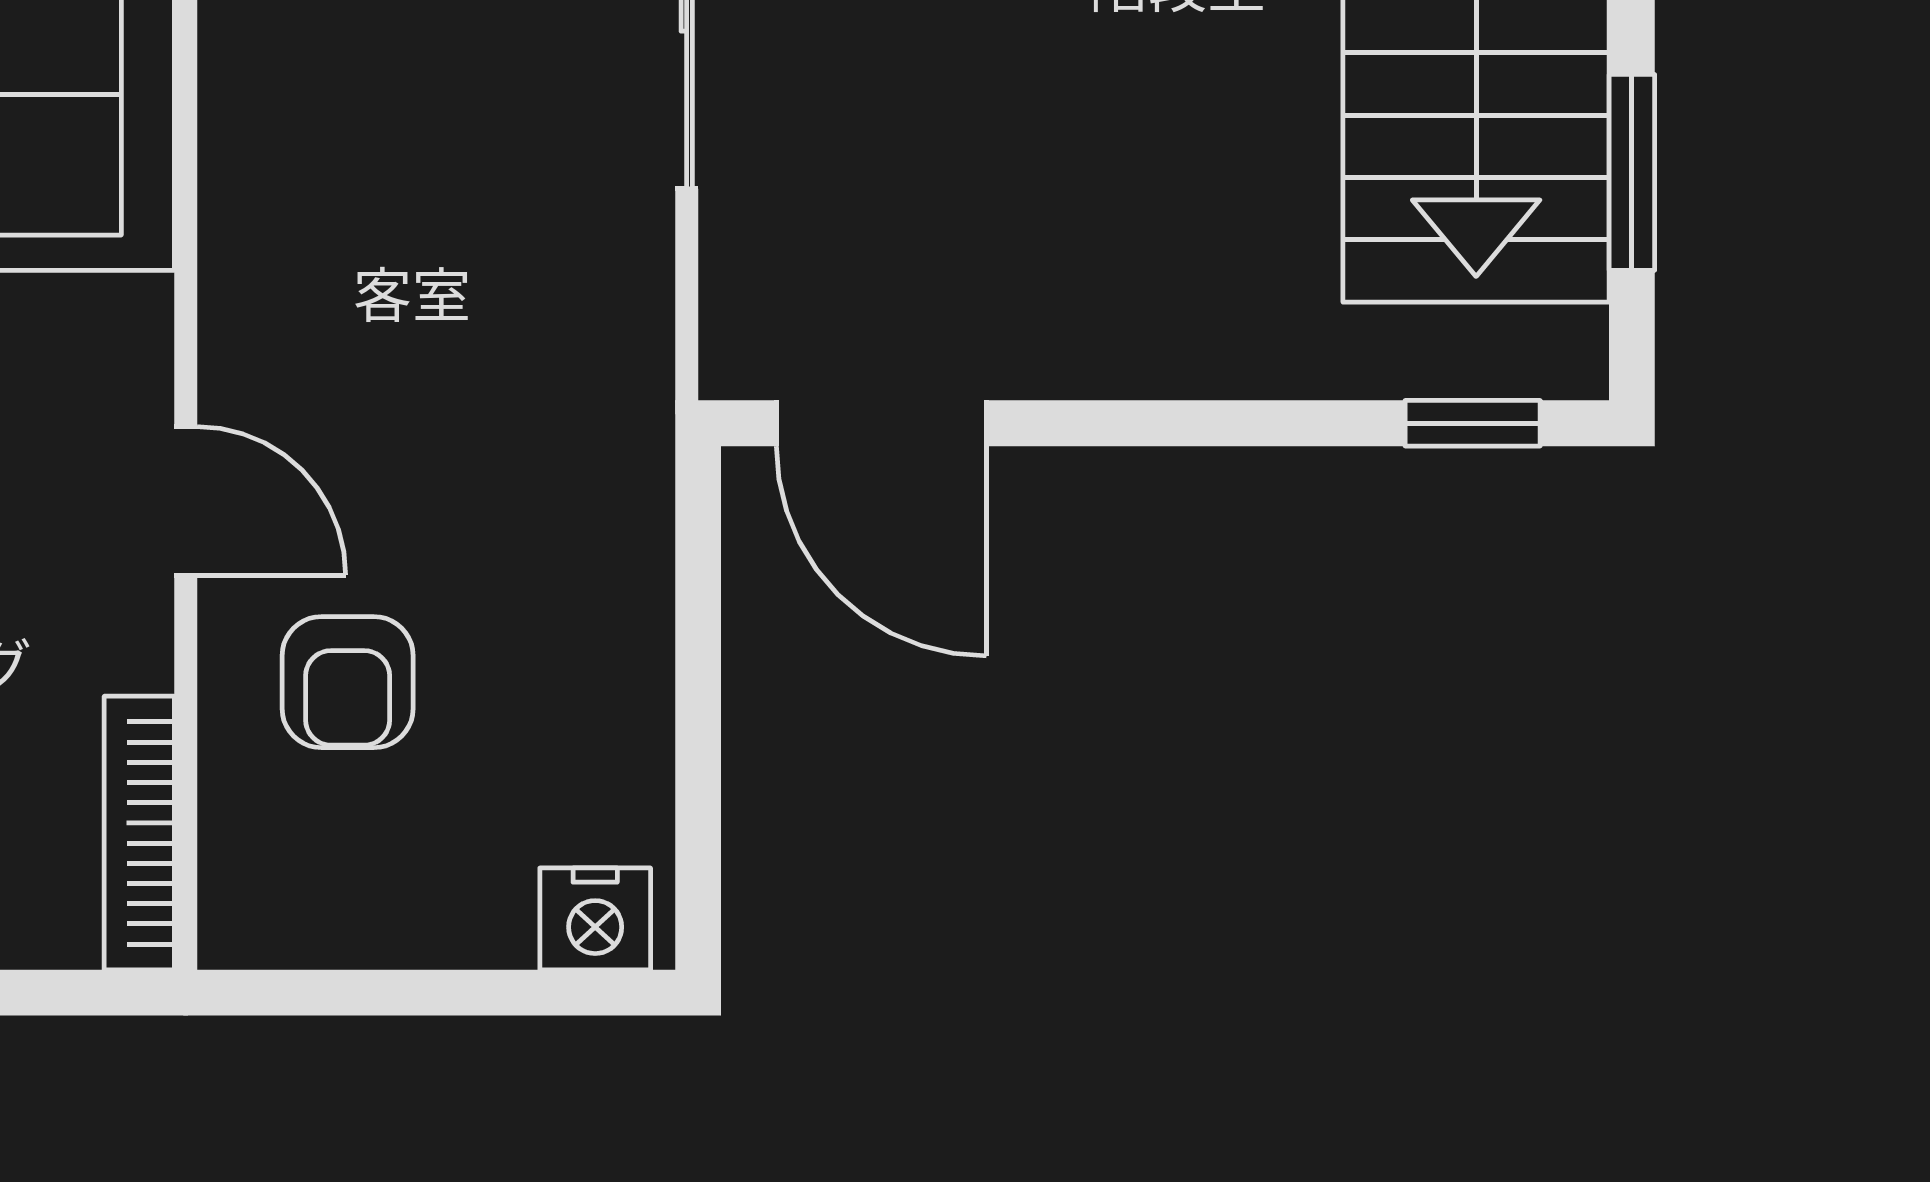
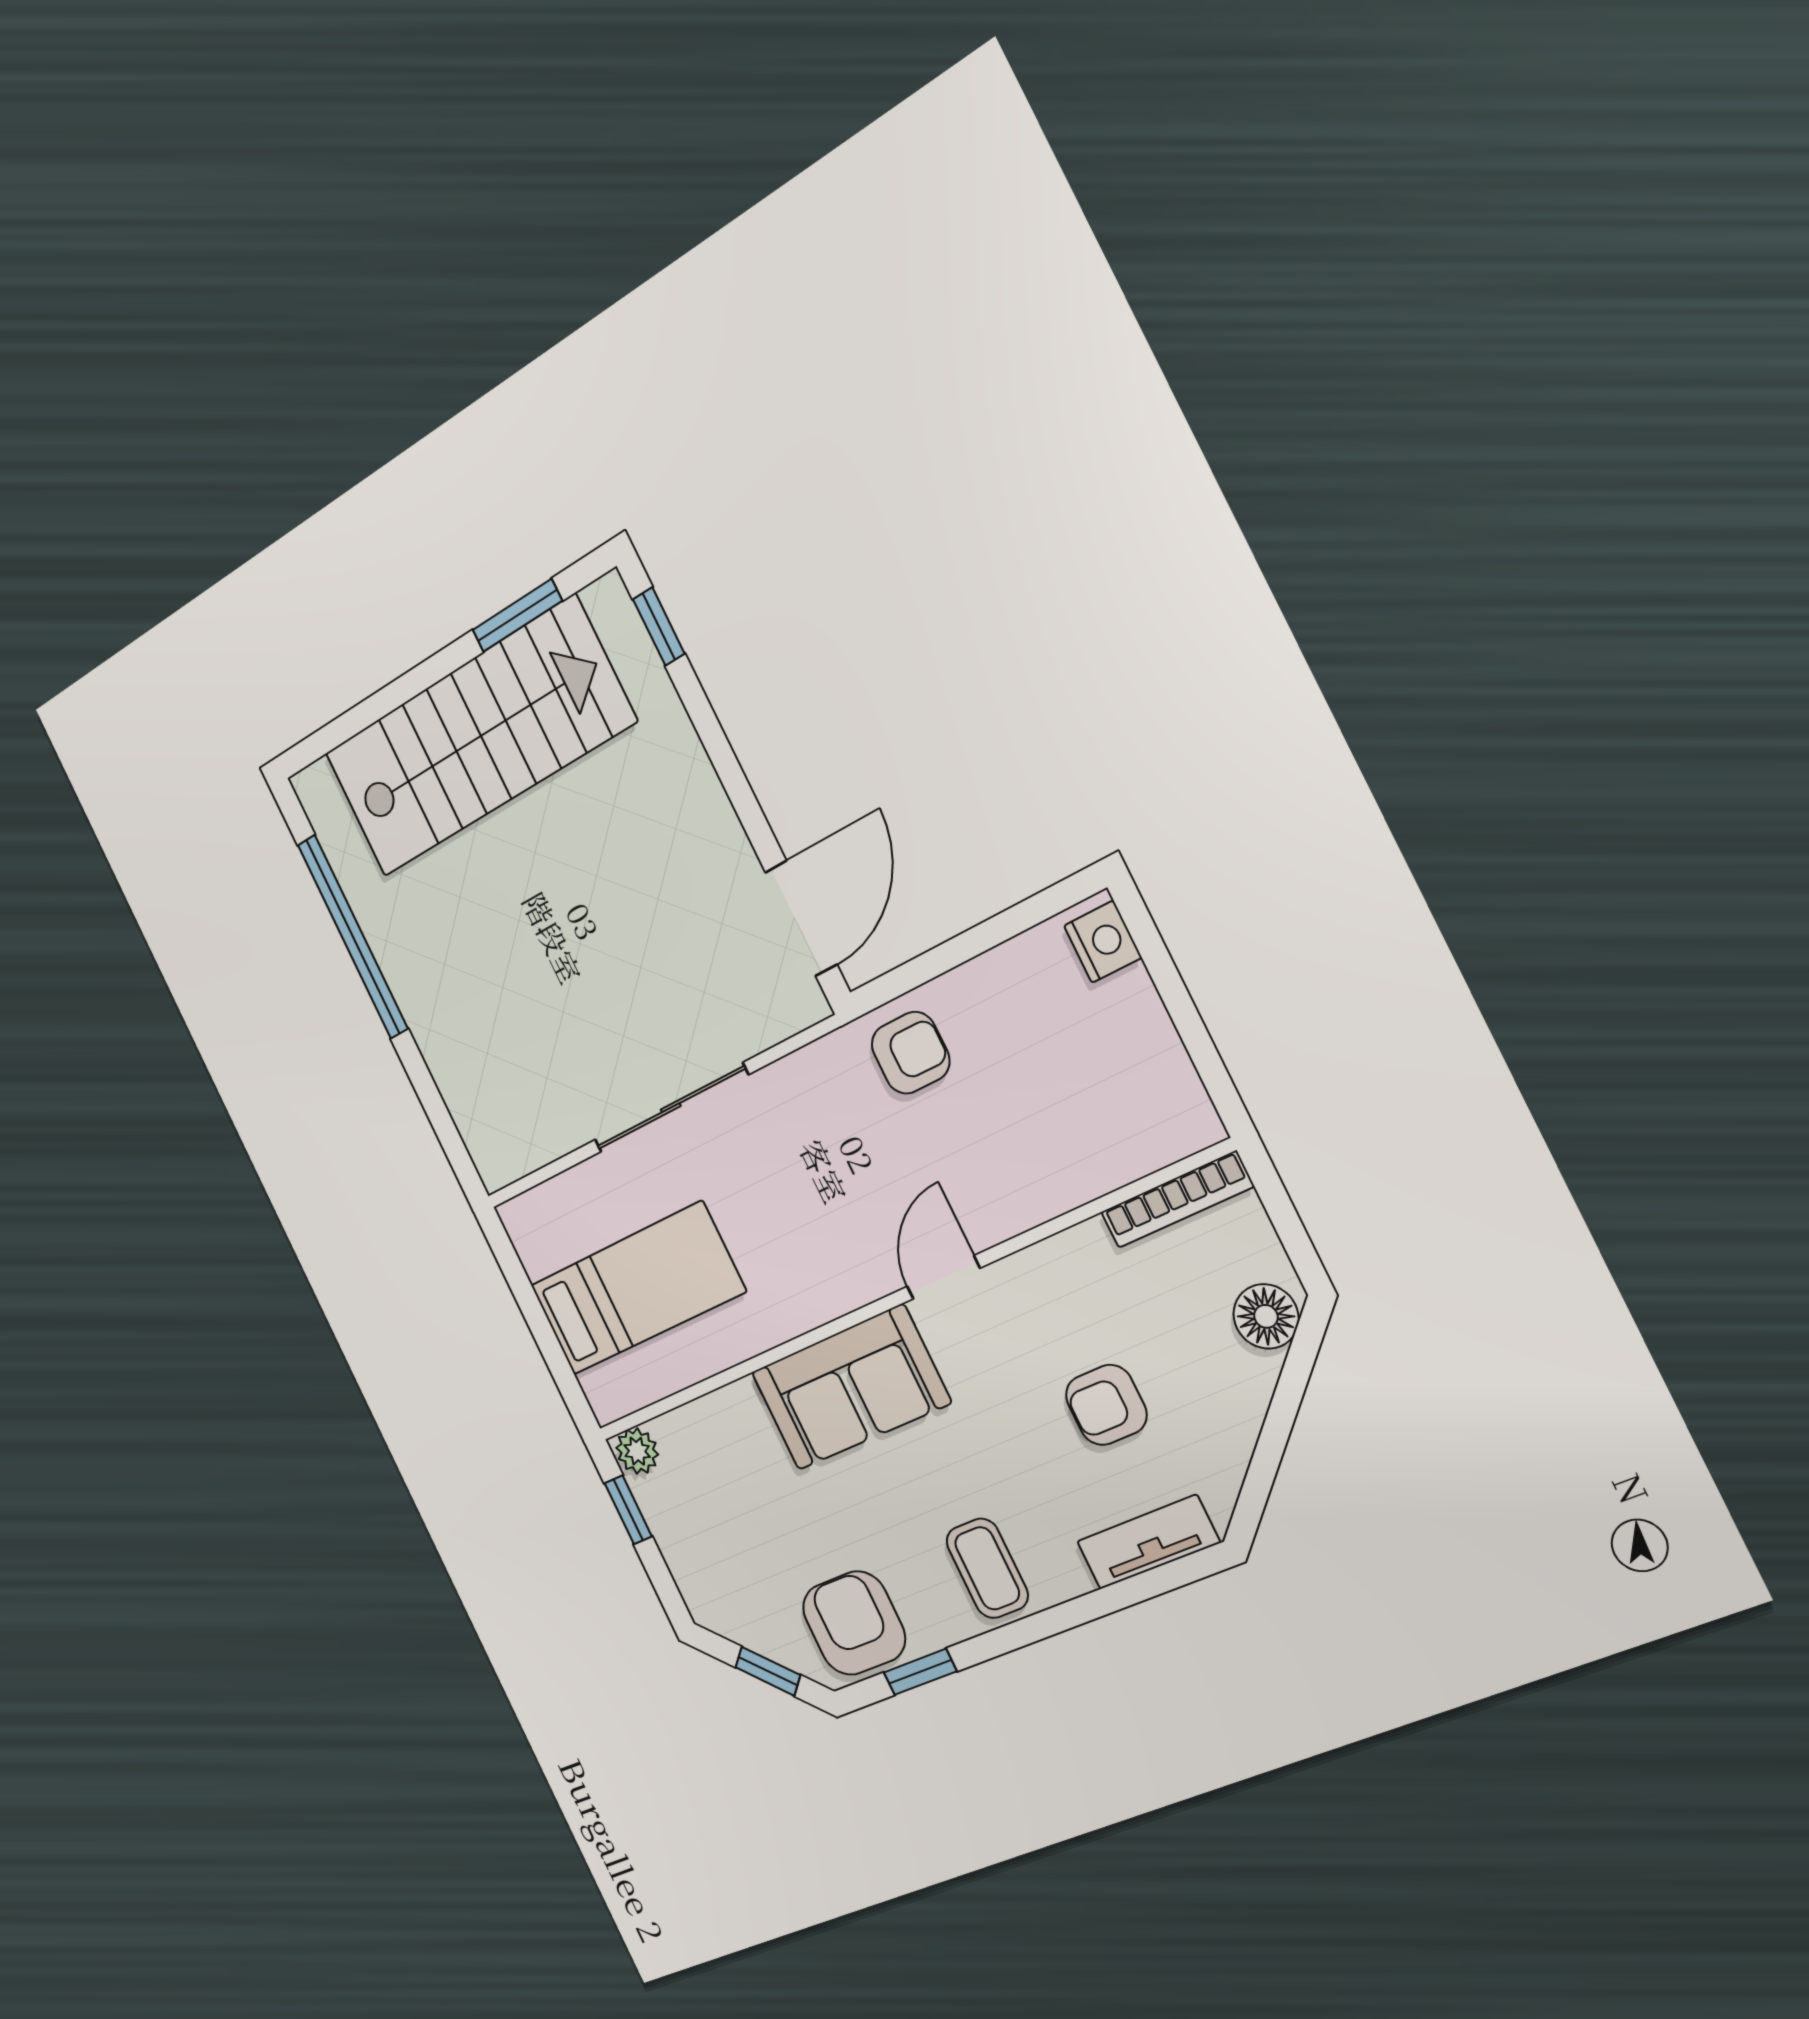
door: (186, 501) -> (943, 1277), moved
armchair: (348, 682) -> (911, 1053), moved

